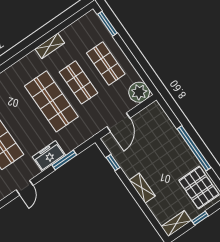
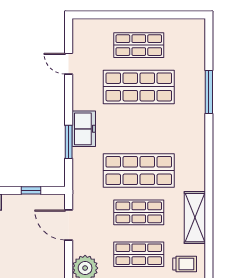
trolley: (91, 29) -> (185, 264), added
shelving: (50, 46) -> (195, 218), width x1.50, depth x1.33
door: (25, 188) -> (69, 64), moved

